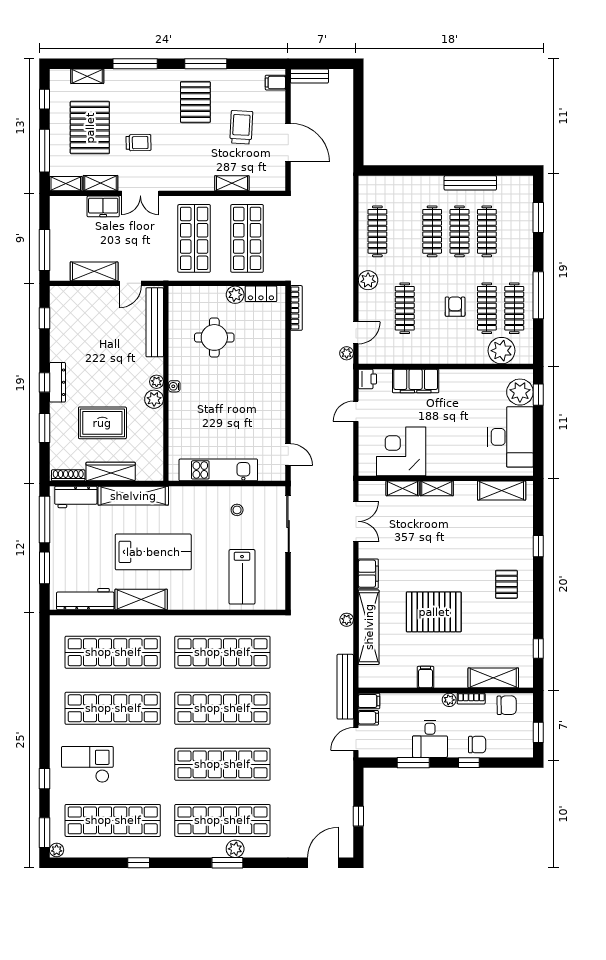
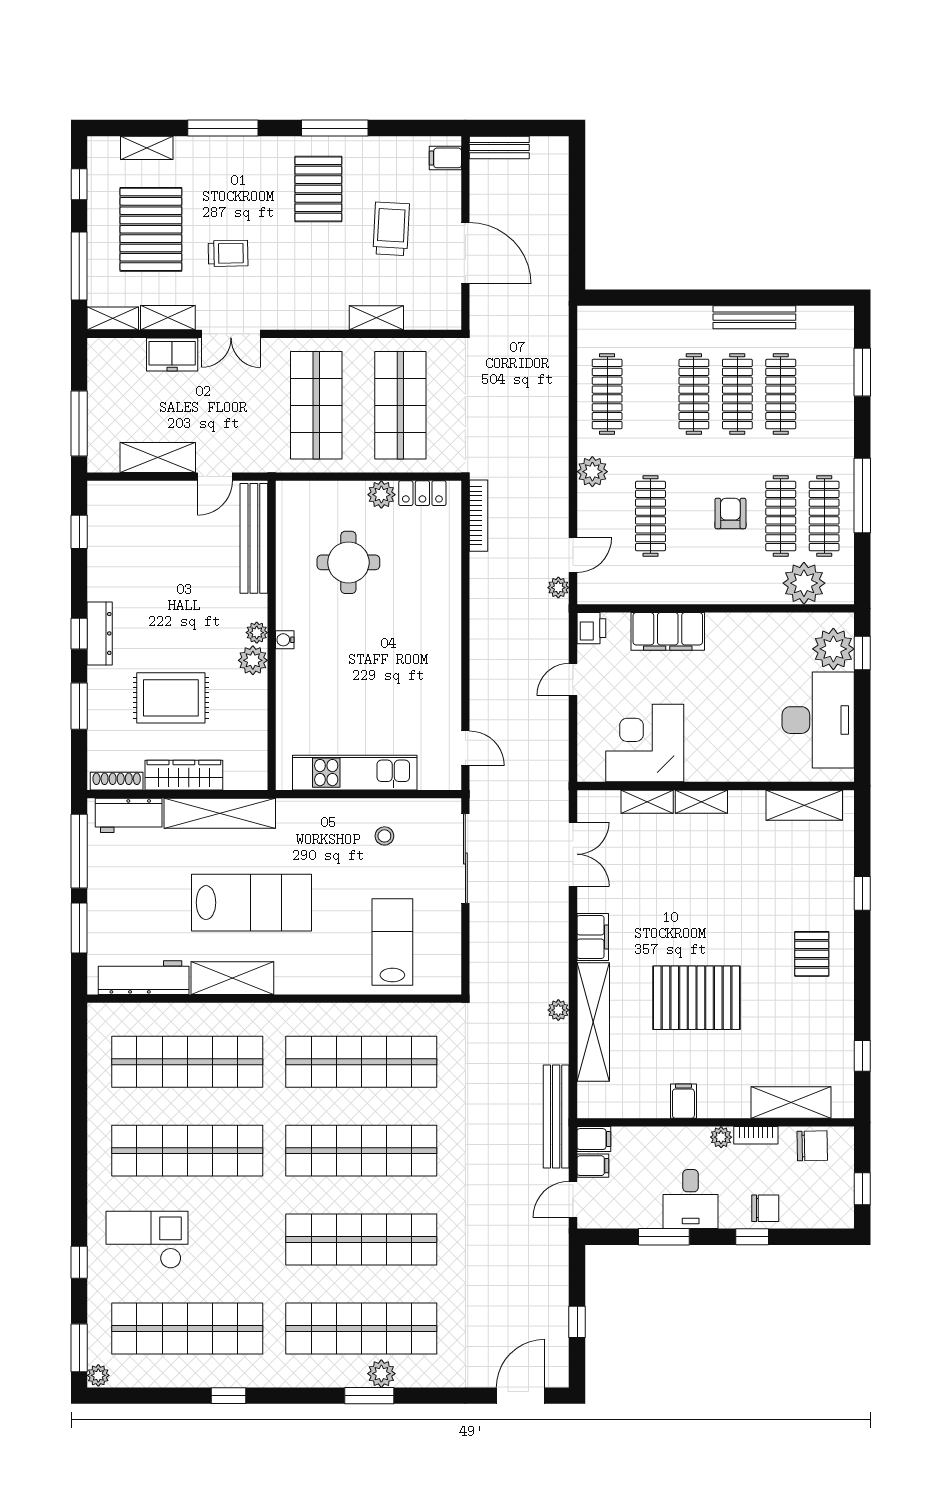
lab bench: (242, 577) -> (392, 942), turned 180

